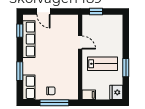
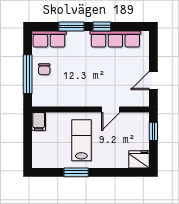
door: (43, 11) -> (153, 81), moved
window: (20, 31) -> (102, 27), moved
lab bench: (102, 64) -> (81, 140), turned 180
fridge: (116, 92) -> (139, 159), moved

